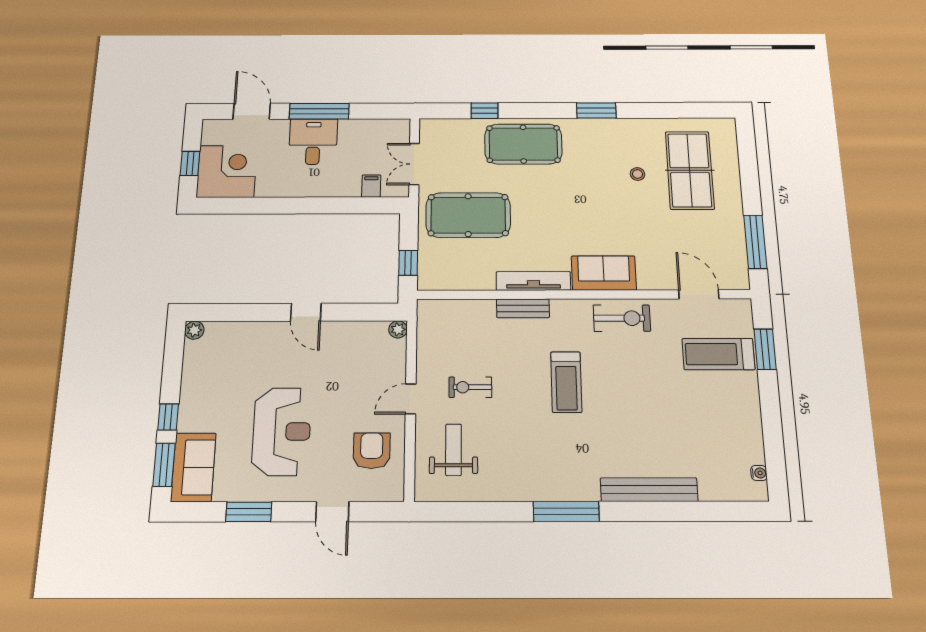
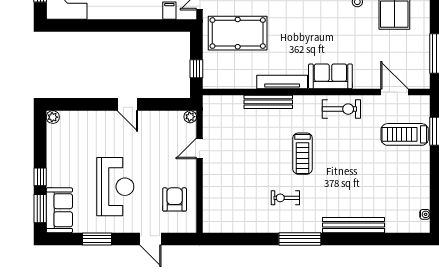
bench: (523, 308) -> (268, 102), width x1.36
exercise bike: (470, 387) -> (285, 198), moved
door: (411, 399) -> (199, 148), moved
weight bench: (453, 450) -> (228, 199), removed

